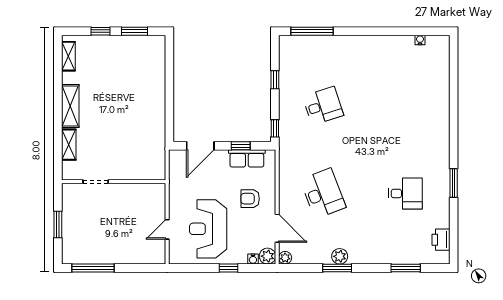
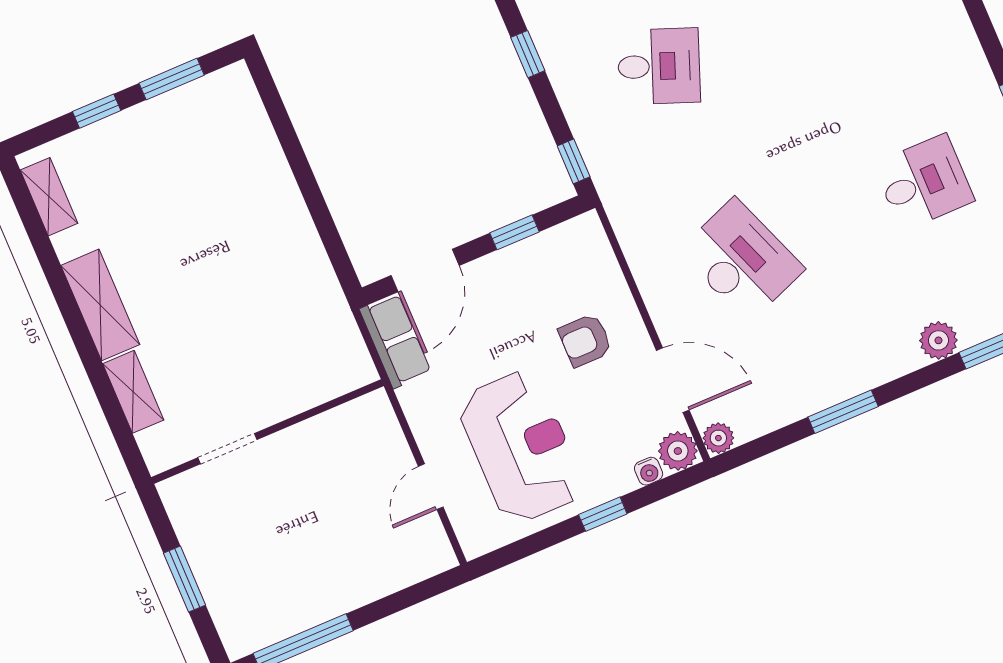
desk: (323, 106) -> (659, 66), turned 39
row of seats: (247, 158) -> (395, 341), moved, turned -90
reception desk: (208, 229) -> (521, 447), turned 180
plant: (340, 256) -> (938, 340), moved

